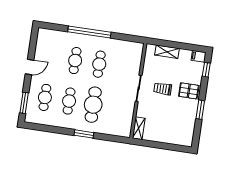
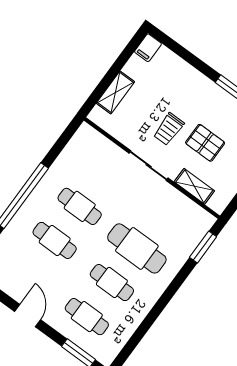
window: (206, 70) -> (175, 47), removed
pallet: (189, 91) -> (205, 143), moved, turned 90
shelving: (139, 128) -> (194, 186), moved
window: (84, 134) -> (203, 247), moved

